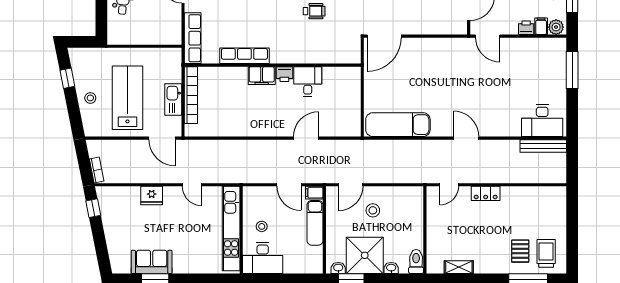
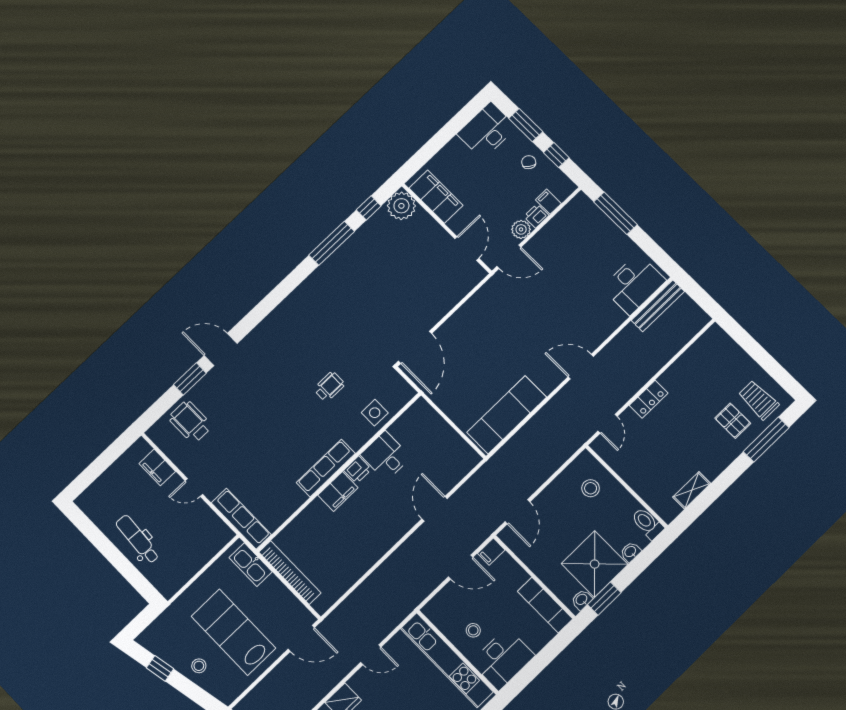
plant: (556, 27) -> (521, 229), moved
side table: (325, 51) -> (375, 413), added
row of seats: (244, 56) -> (326, 468), moved
kitchen sink: (173, 99) -> (250, 565), moved
stool: (373, 210) -> (591, 488), moved
exam couch: (315, 223) -> (545, 605), moved

